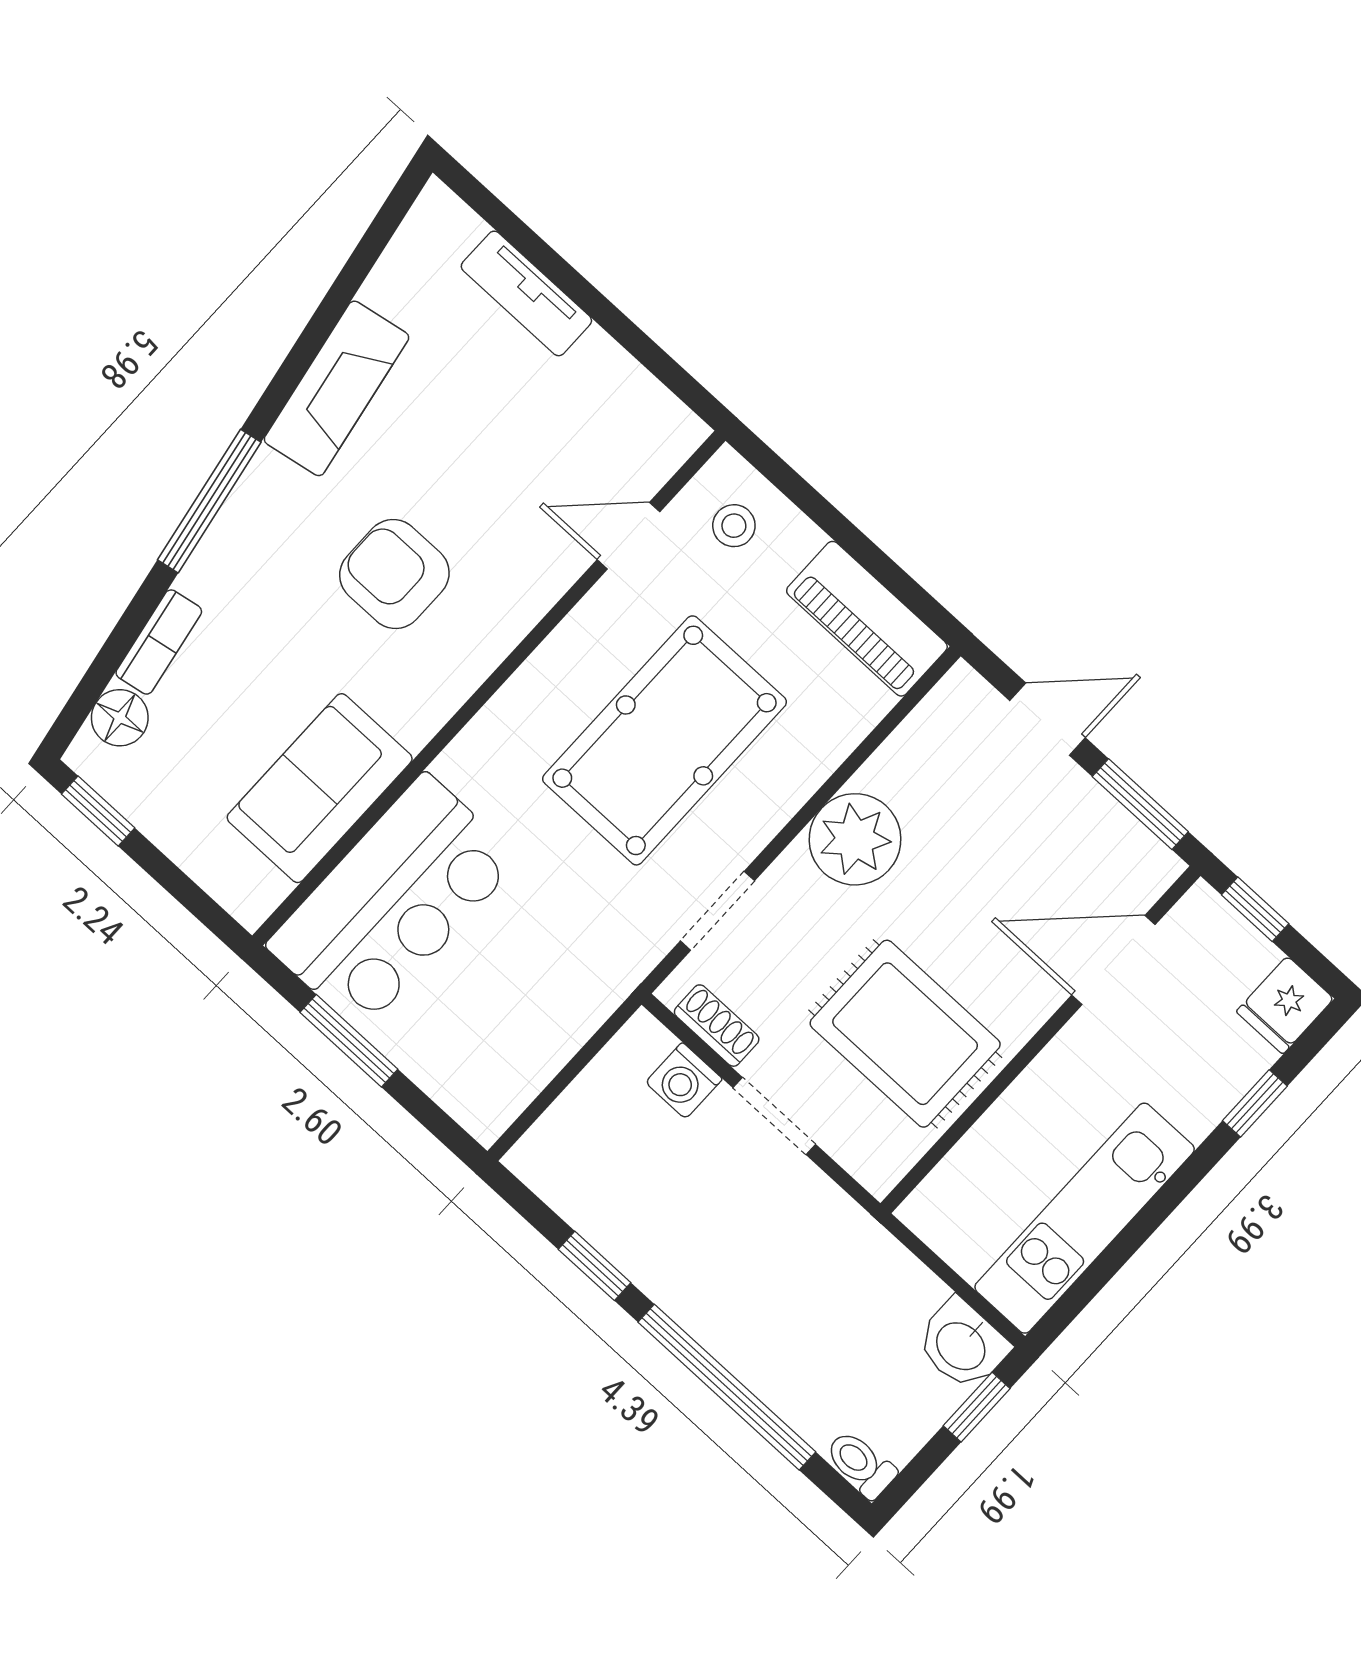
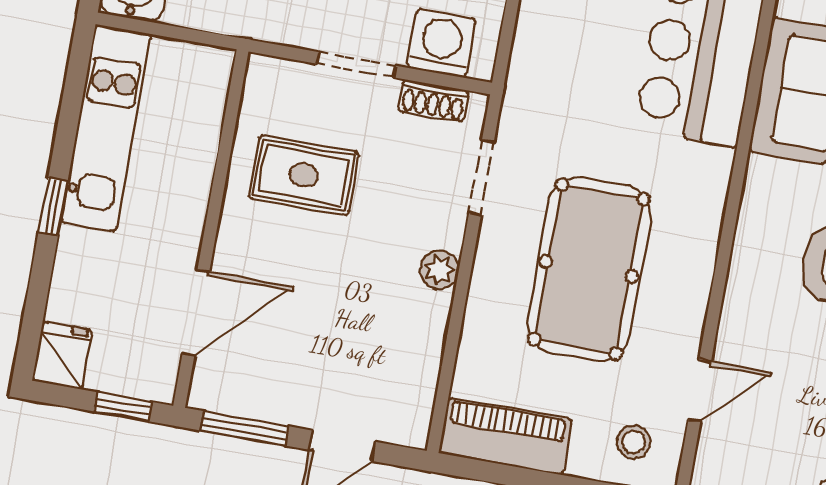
plant: (855, 839) -> (439, 270), width x0.53, depth x0.53
rug: (905, 1034) -> (304, 175), width x0.73, depth x0.70
washing machine: (684, 1081) -> (441, 43), width x1.38, depth x1.38
window: (1255, 1103) -> (53, 207), moved

